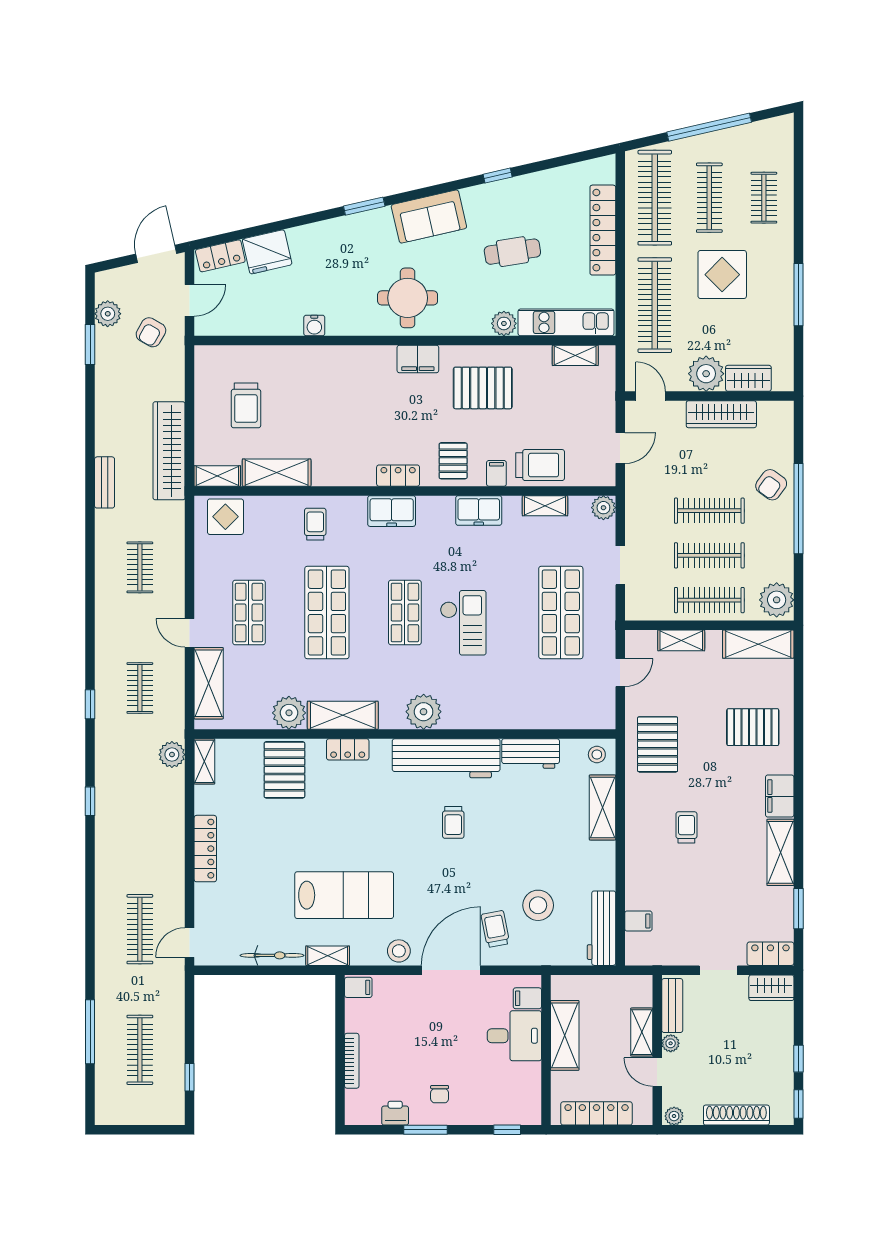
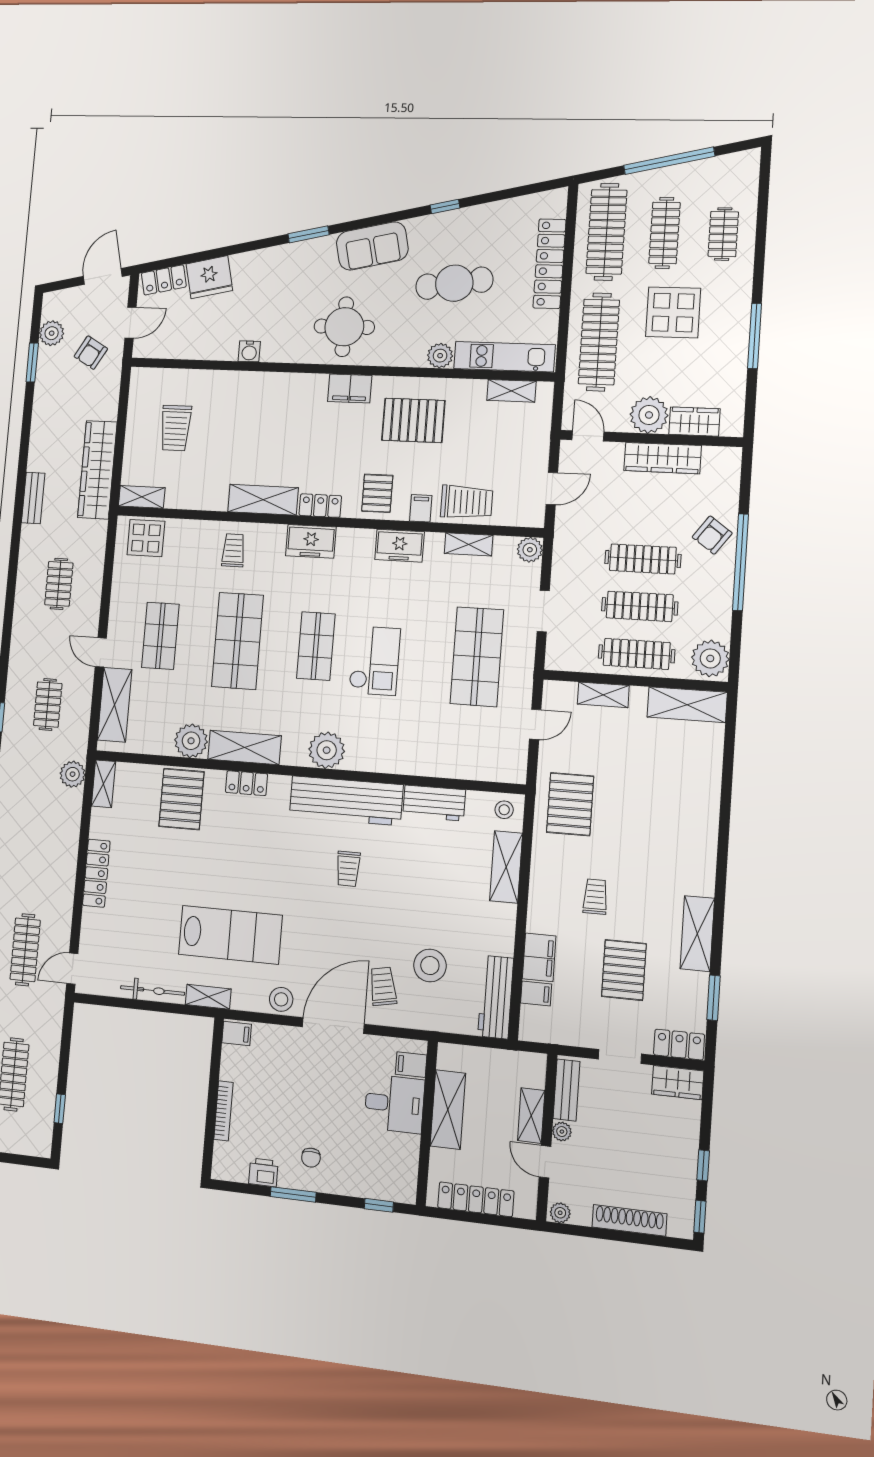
cafe table: (512, 252) -> (454, 283), width x1.37, depth x1.35
shelving: (277, 473) -> (263, 500), moved
pallet: (753, 727) -> (624, 970), moved, turned 90
filing cabinet: (780, 796) -> (539, 957), moved, turned 180

